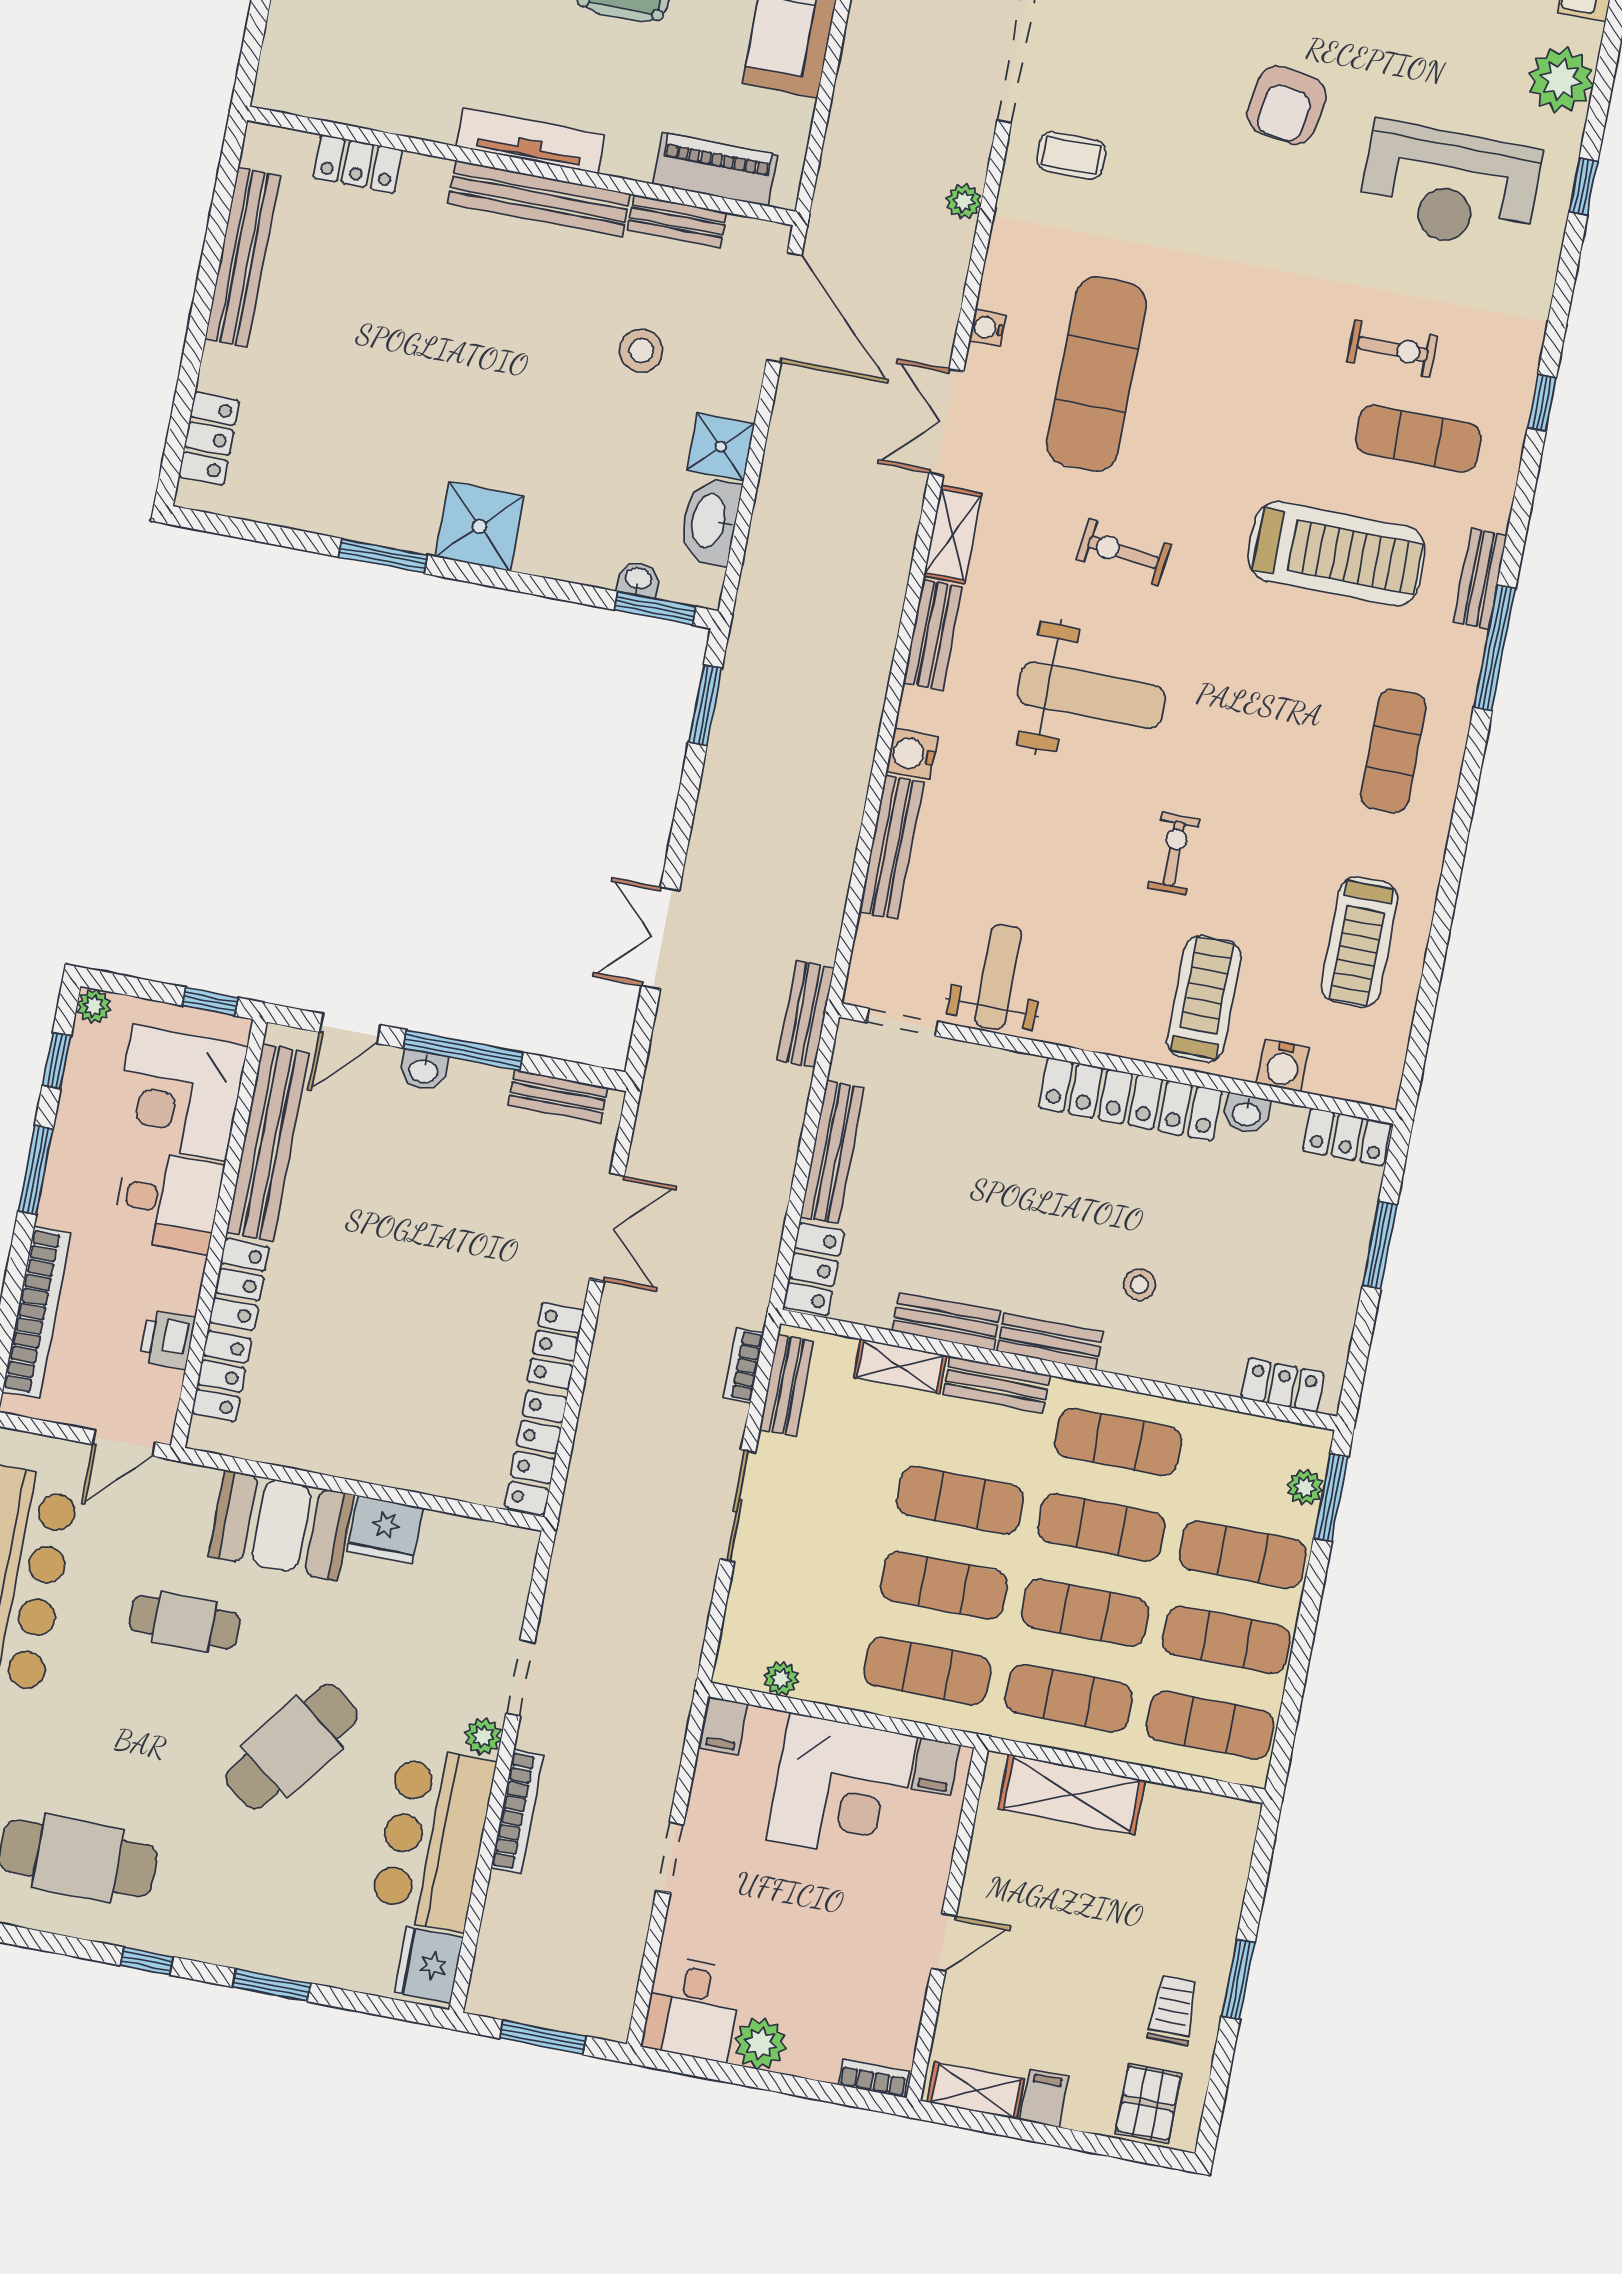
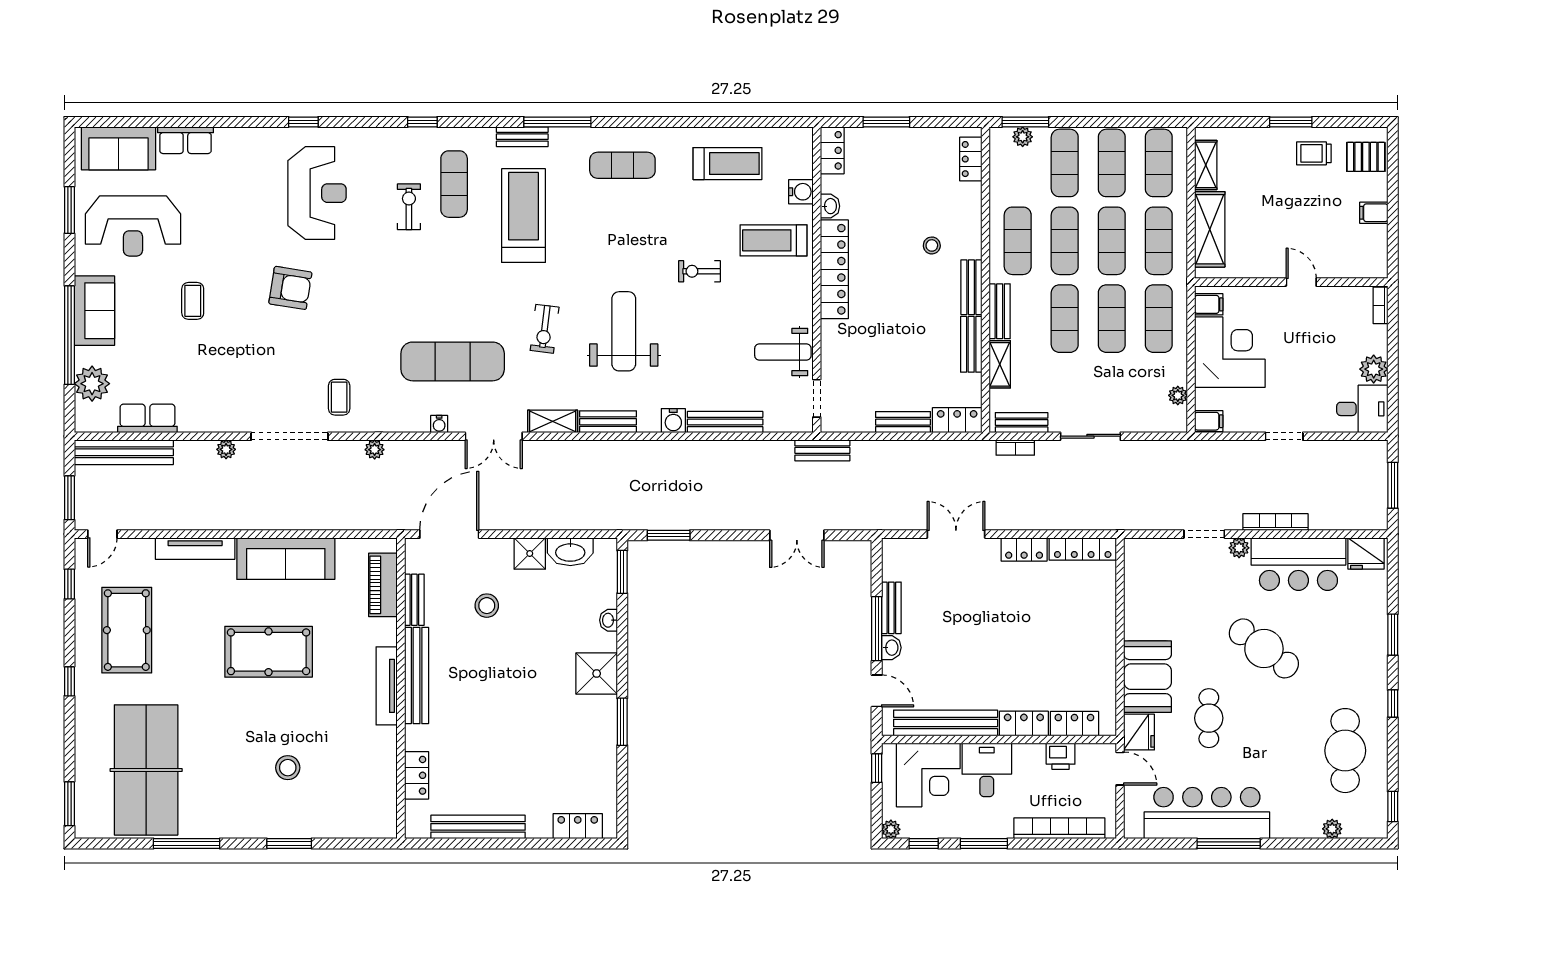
plant: (1561, 80) -> (249, 145), removed
washbasin: (638, 579) -> (609, 620), moved
bench: (558, 1096) -> (891, 608), moved
bench: (832, 1152) -> (903, 422), width x0.73
fridge: (385, 1529) -> (1139, 732), moved
shelving: (976, 2091) -> (1206, 165), moved

